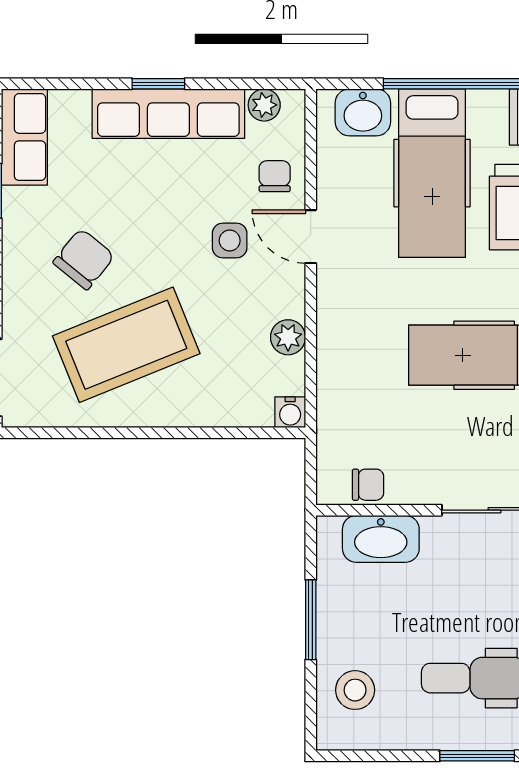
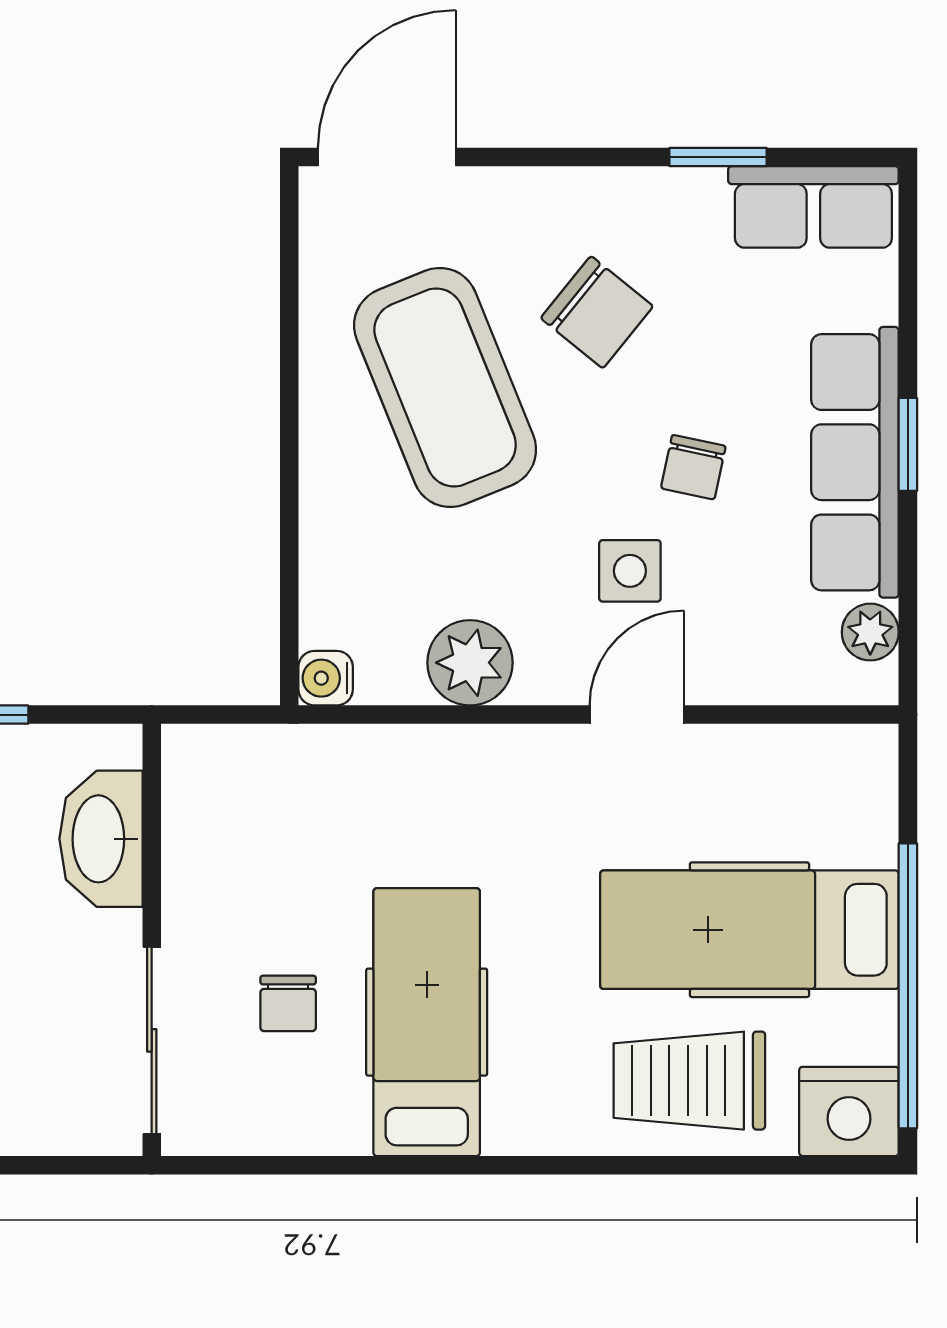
washbasin: (363, 112) -> (857, 807), removed
chair: (275, 176) -> (693, 467), moved, turned 102
plant: (288, 337) -> (470, 663), width x1.38, depth x1.38
chair: (368, 485) -> (288, 1003), moved

